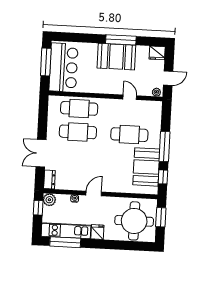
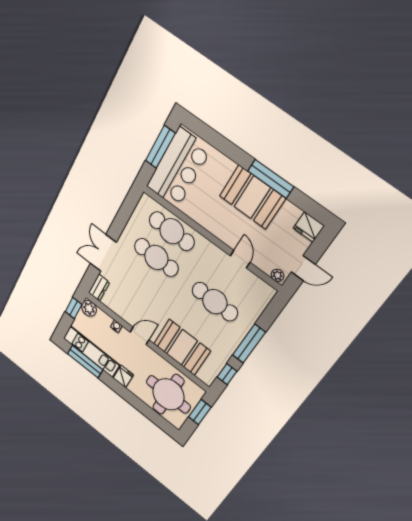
booth: (146, 167) -> (182, 347), moved, turned 90

